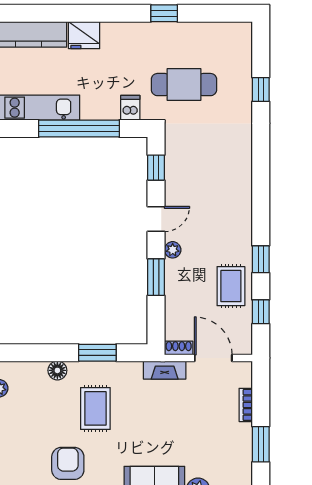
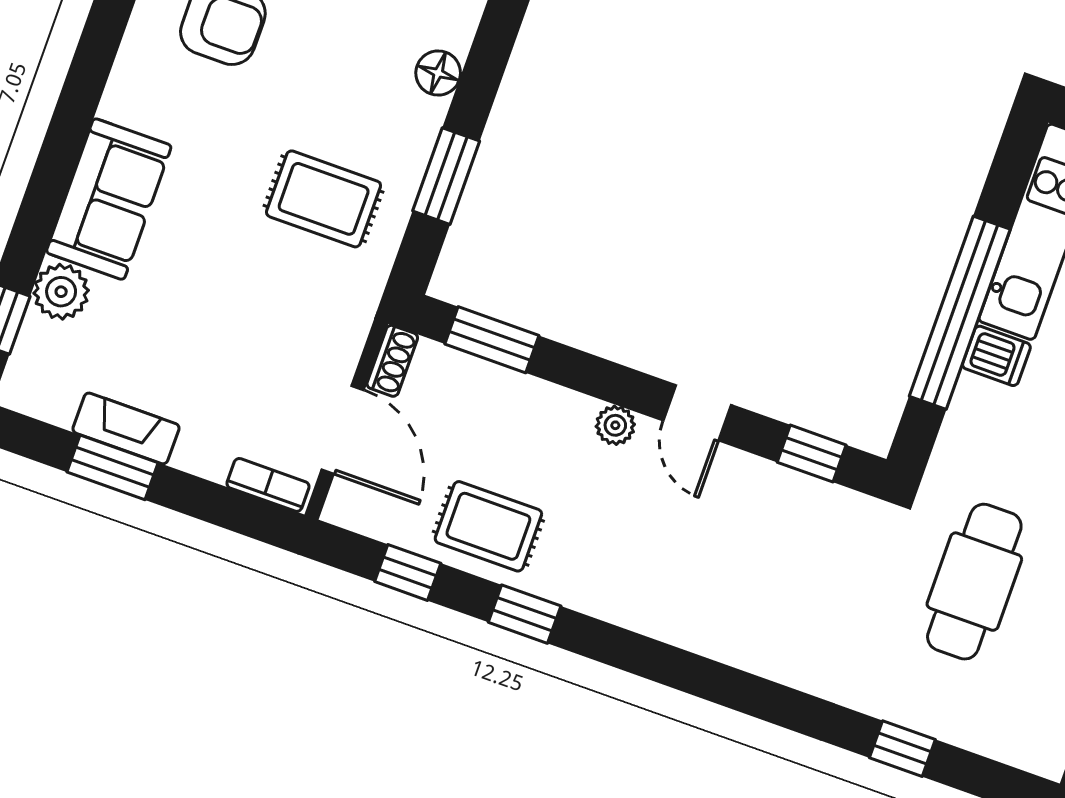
dishwasher: (130, 108) -> (996, 356), moved
window: (156, 277) -> (492, 340), moved
door: (213, 358) -> (343, 430), hinge flipped
fireplace: (165, 370) -> (126, 428), moved, turned 90
bookcase: (246, 405) -> (268, 485), moved
rug: (95, 408) -> (324, 199), moved

